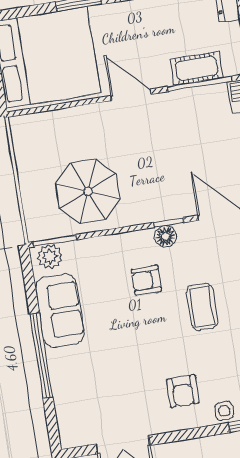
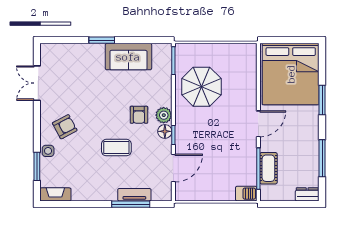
plant: (50, 257) -> (164, 115), moved
armchair: (146, 280) -> (139, 115), turned 180
window: (41, 355) -> (102, 40), width x0.47
armchair: (183, 391) -> (65, 127), turned 152

